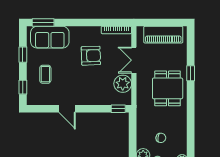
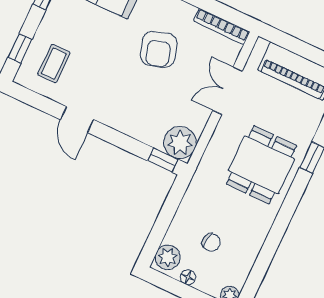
armchair: (91, 56) -> (159, 49), turned 75
coffee table: (45, 74) -> (54, 64), moved
plant: (123, 84) -> (180, 143), moved

